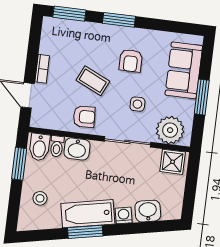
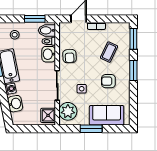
coffee table: (93, 81) -> (109, 52), moved

